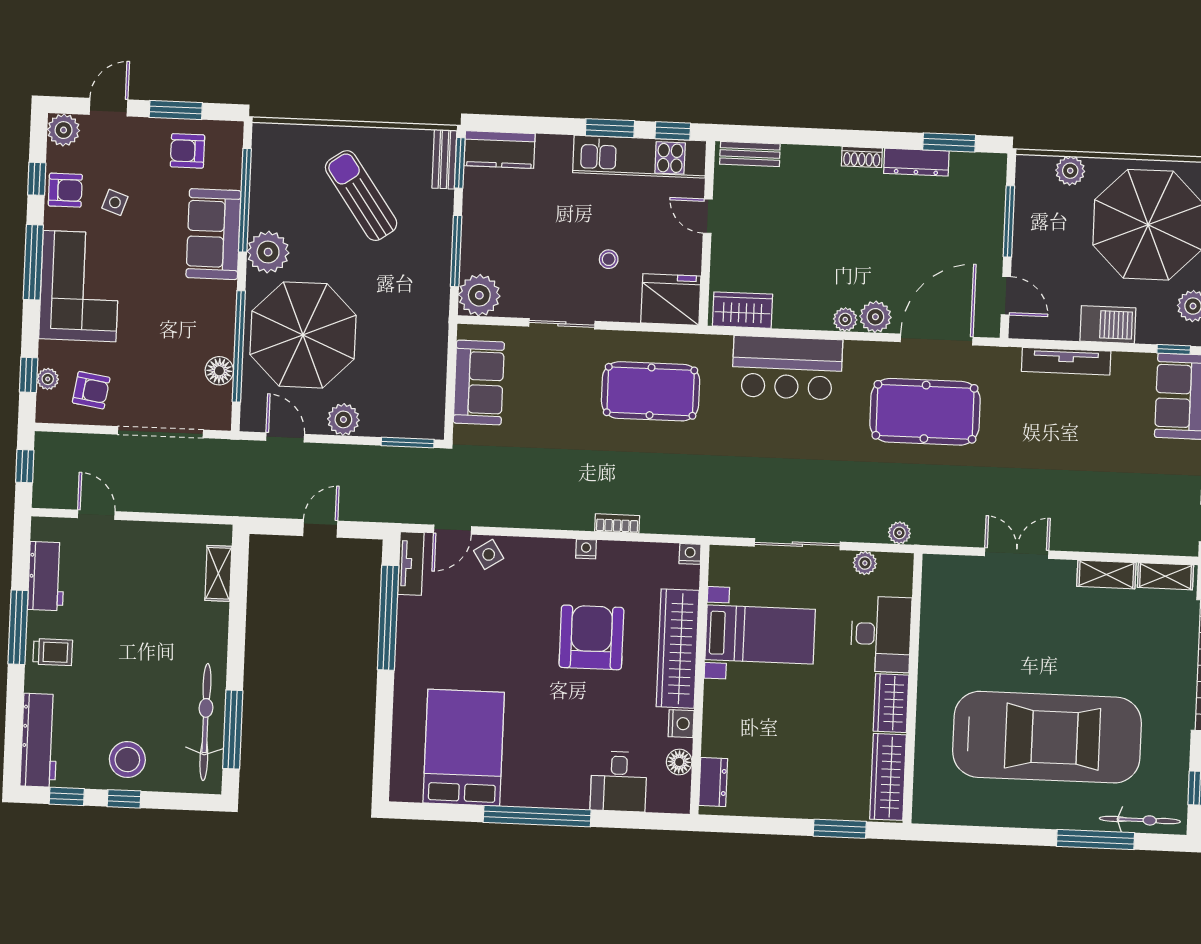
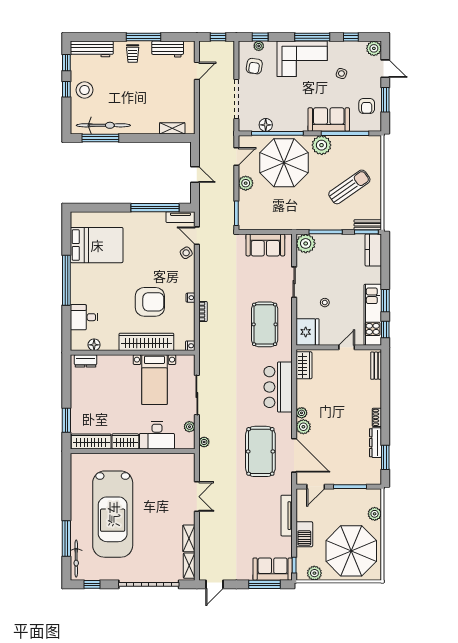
armchair: (187, 151) -> (367, 106), turned 180
armchair: (65, 190) -> (346, 50), removed
nightstand: (681, 724) -> (112, 345), removed

